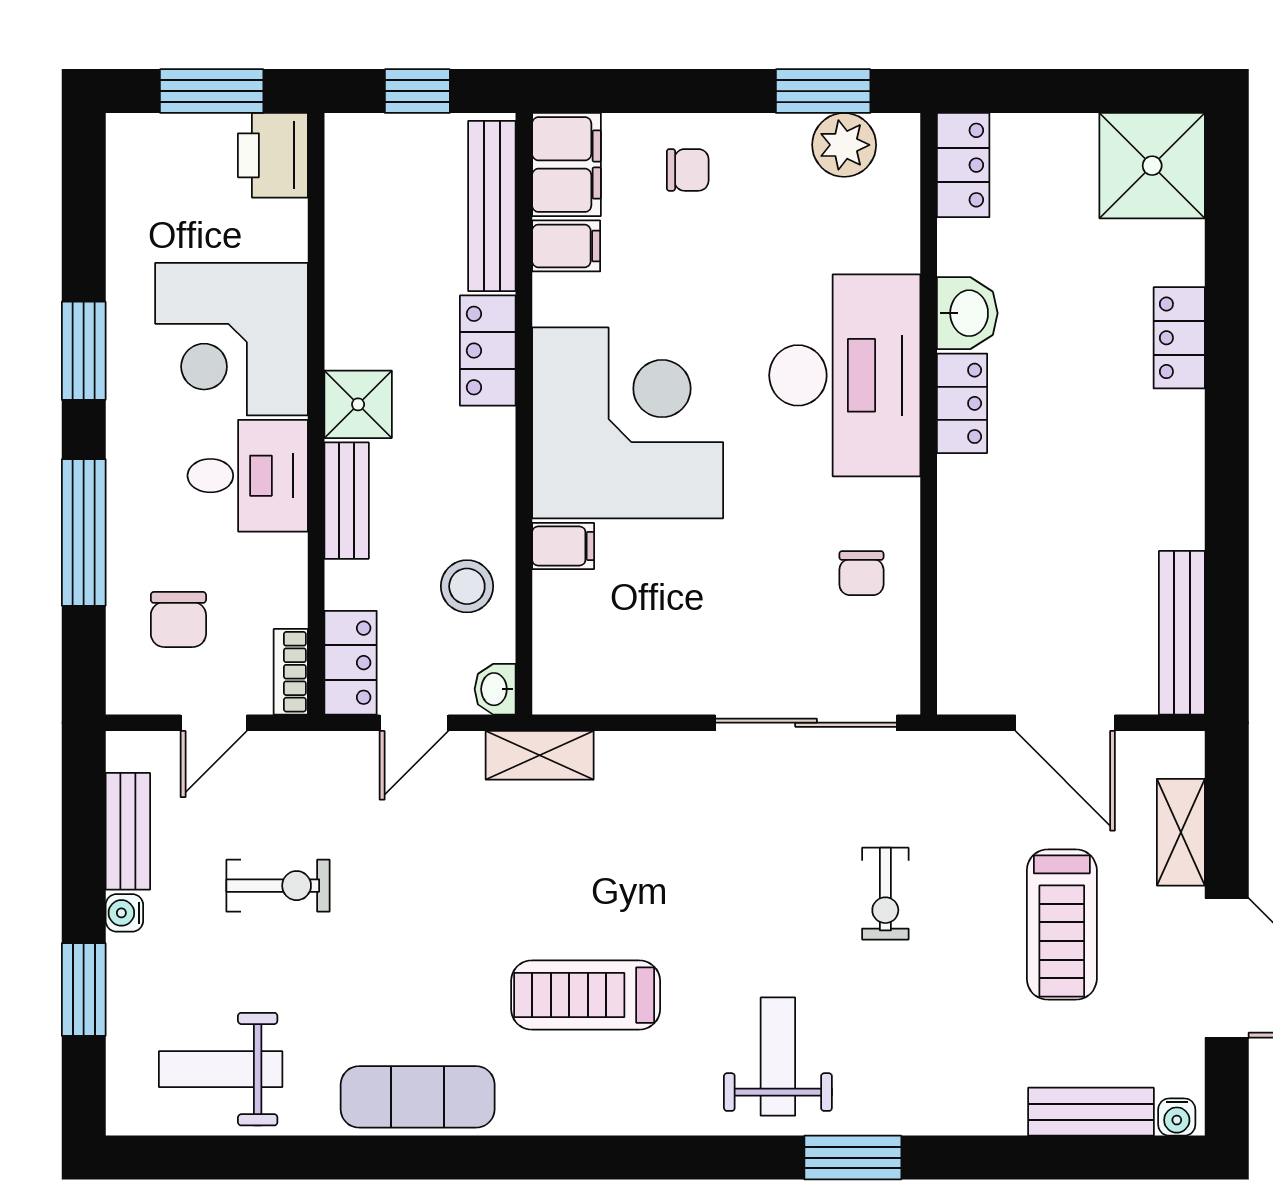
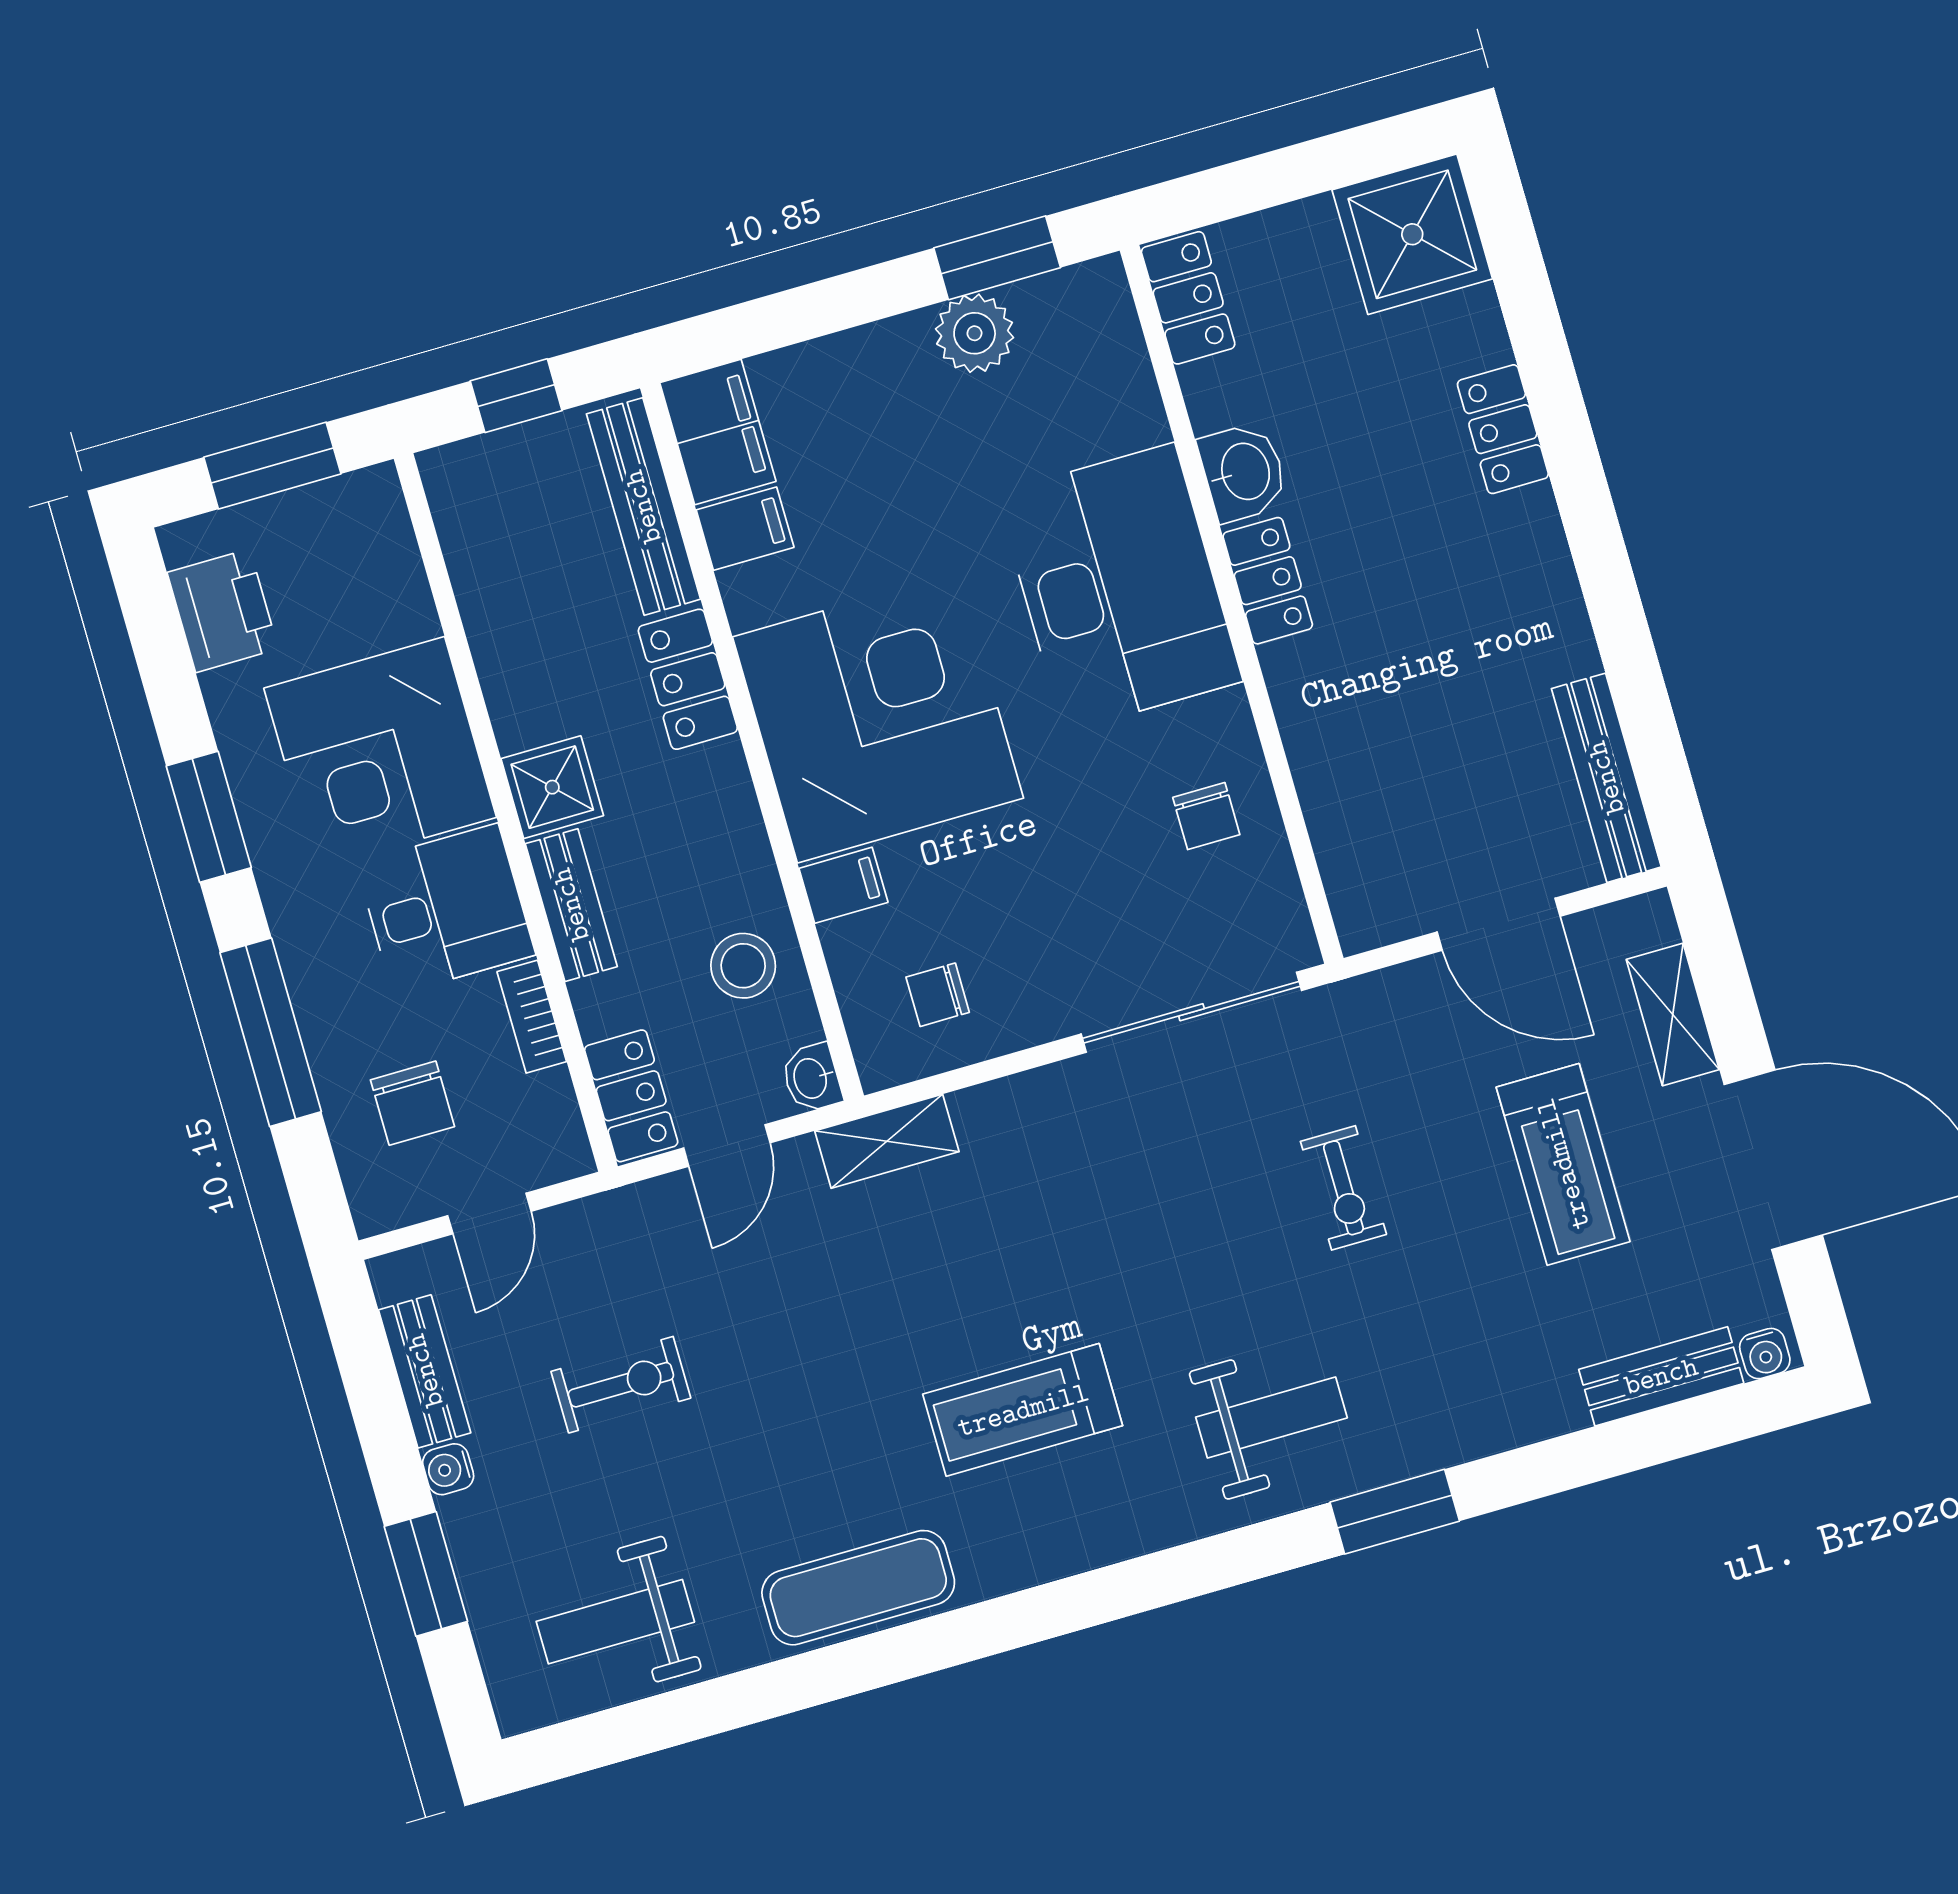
plant: (844, 145) -> (975, 333), moved
printer: (273, 155) -> (223, 611), moved, turned 180
chair: (688, 170) -> (938, 995), moved, turned 180
bookcase: (291, 672) -> (532, 1017), moved
weight bench: (778, 1057) -> (1272, 1417), turned 90

